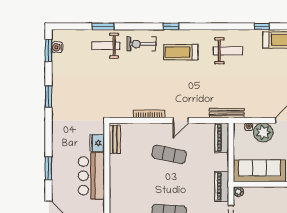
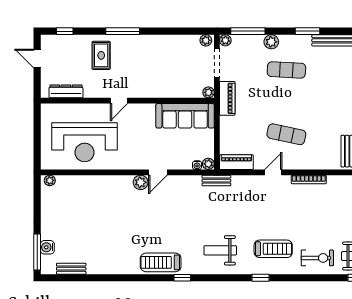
window: (171, 26) -> (260, 278), moved
bench: (227, 113) -> (216, 181), width x0.73
plant: (263, 132) -> (208, 164), moved, width x0.53, depth x0.53
piano: (222, 138) -> (236, 162), moved, turned -90

